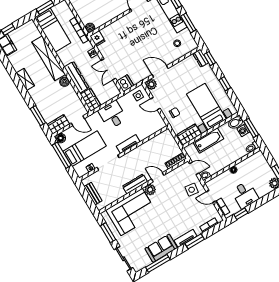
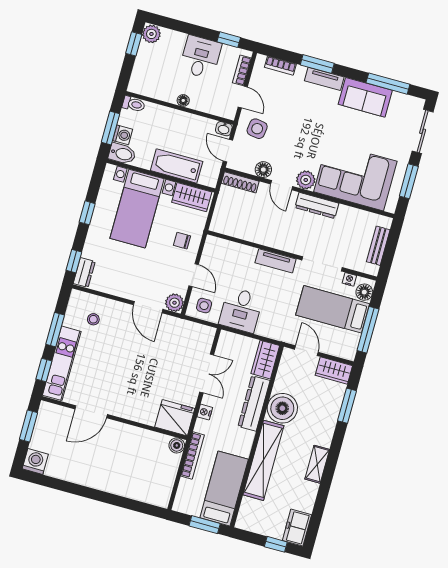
fridge: (97, 39) -> (175, 418), width x1.88, depth x1.34
boiler: (64, 82) -> (282, 408), width x1.86, depth x1.86
dishwasher: (125, 83) -> (204, 336), removed
desk: (112, 115) -> (241, 310), moved
floor lamp: (61, 138) -> (364, 292), moved
floor lamp: (172, 176) -> (263, 170), added

